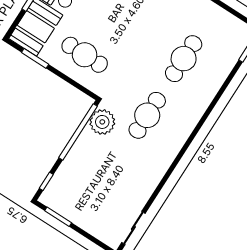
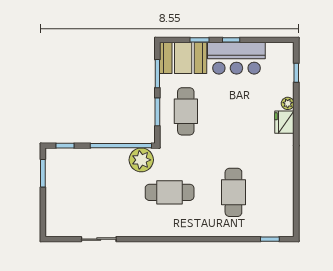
cafe table: (184, 59) -> (233, 192), turned 90
window: (69, 80) -> (157, 112), added
sliding door: (133, 228) -> (99, 239), moved

